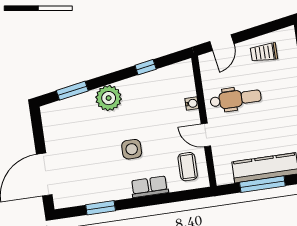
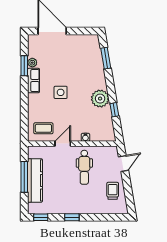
door: (222, 43) -> (123, 163), swing flipped
plant: (109, 98) -> (100, 99), moved
row of seats: (150, 187) -> (34, 81), moved
plant: (94, 197) -> (32, 63), added

